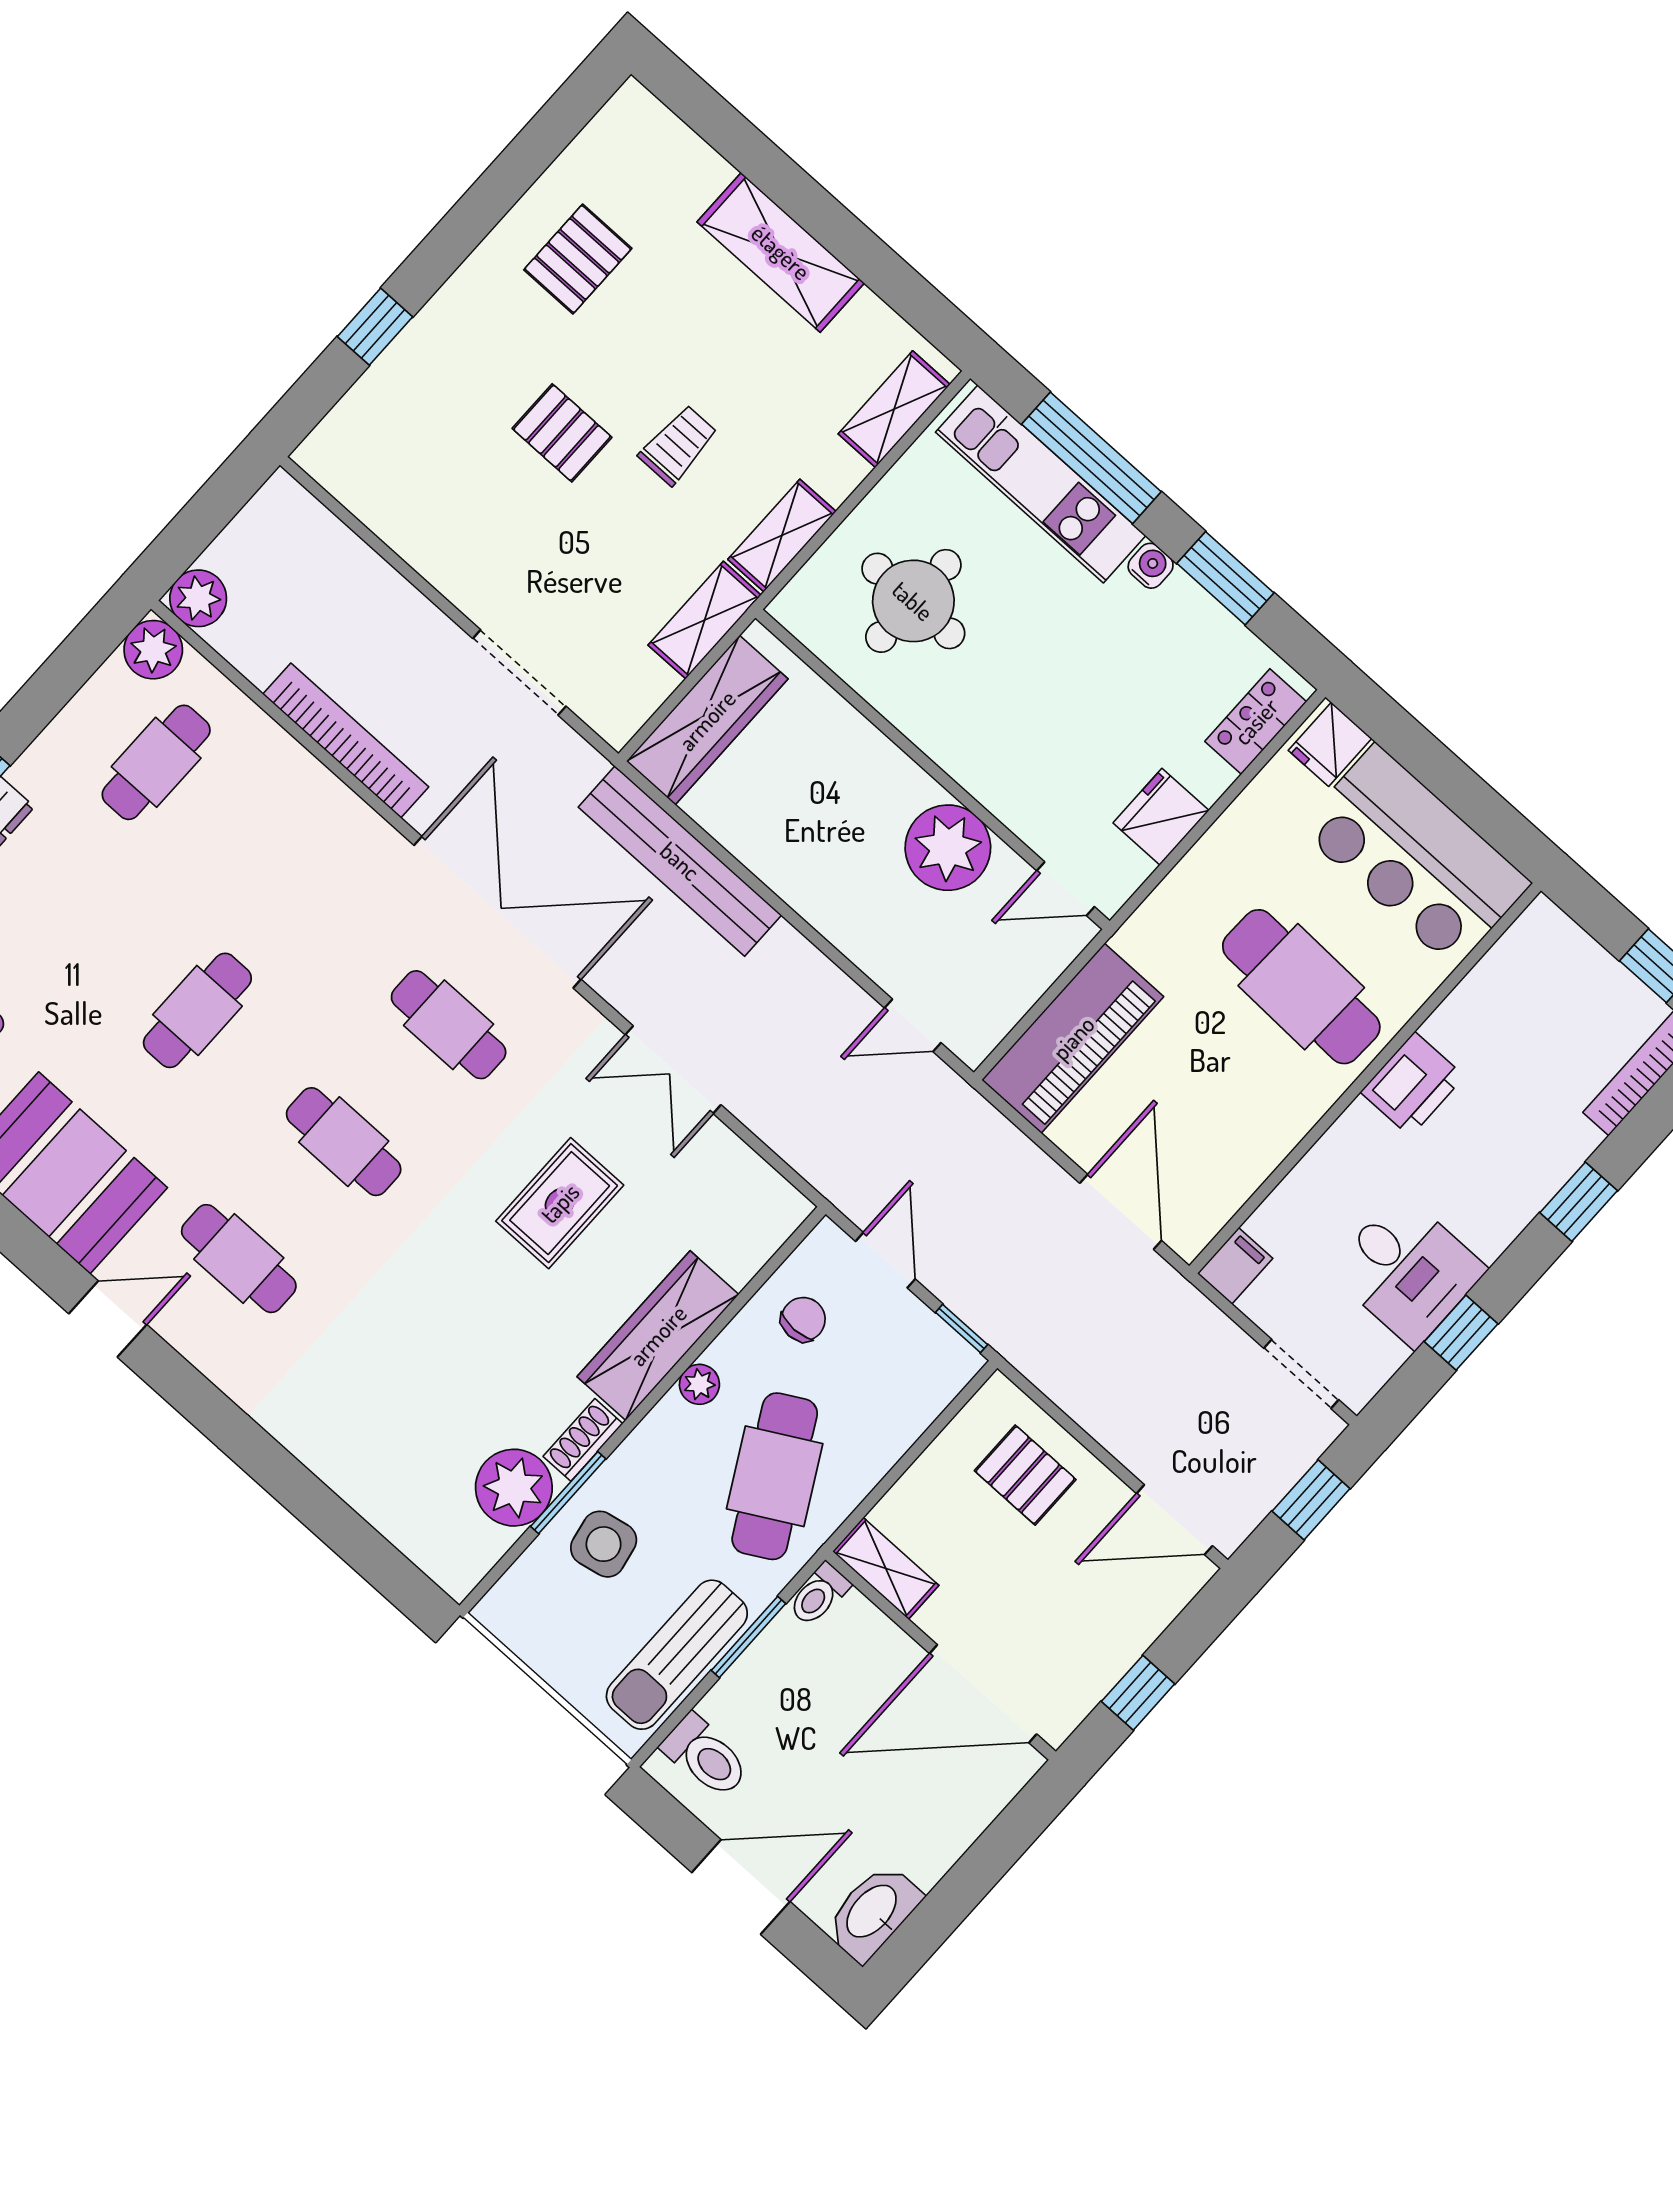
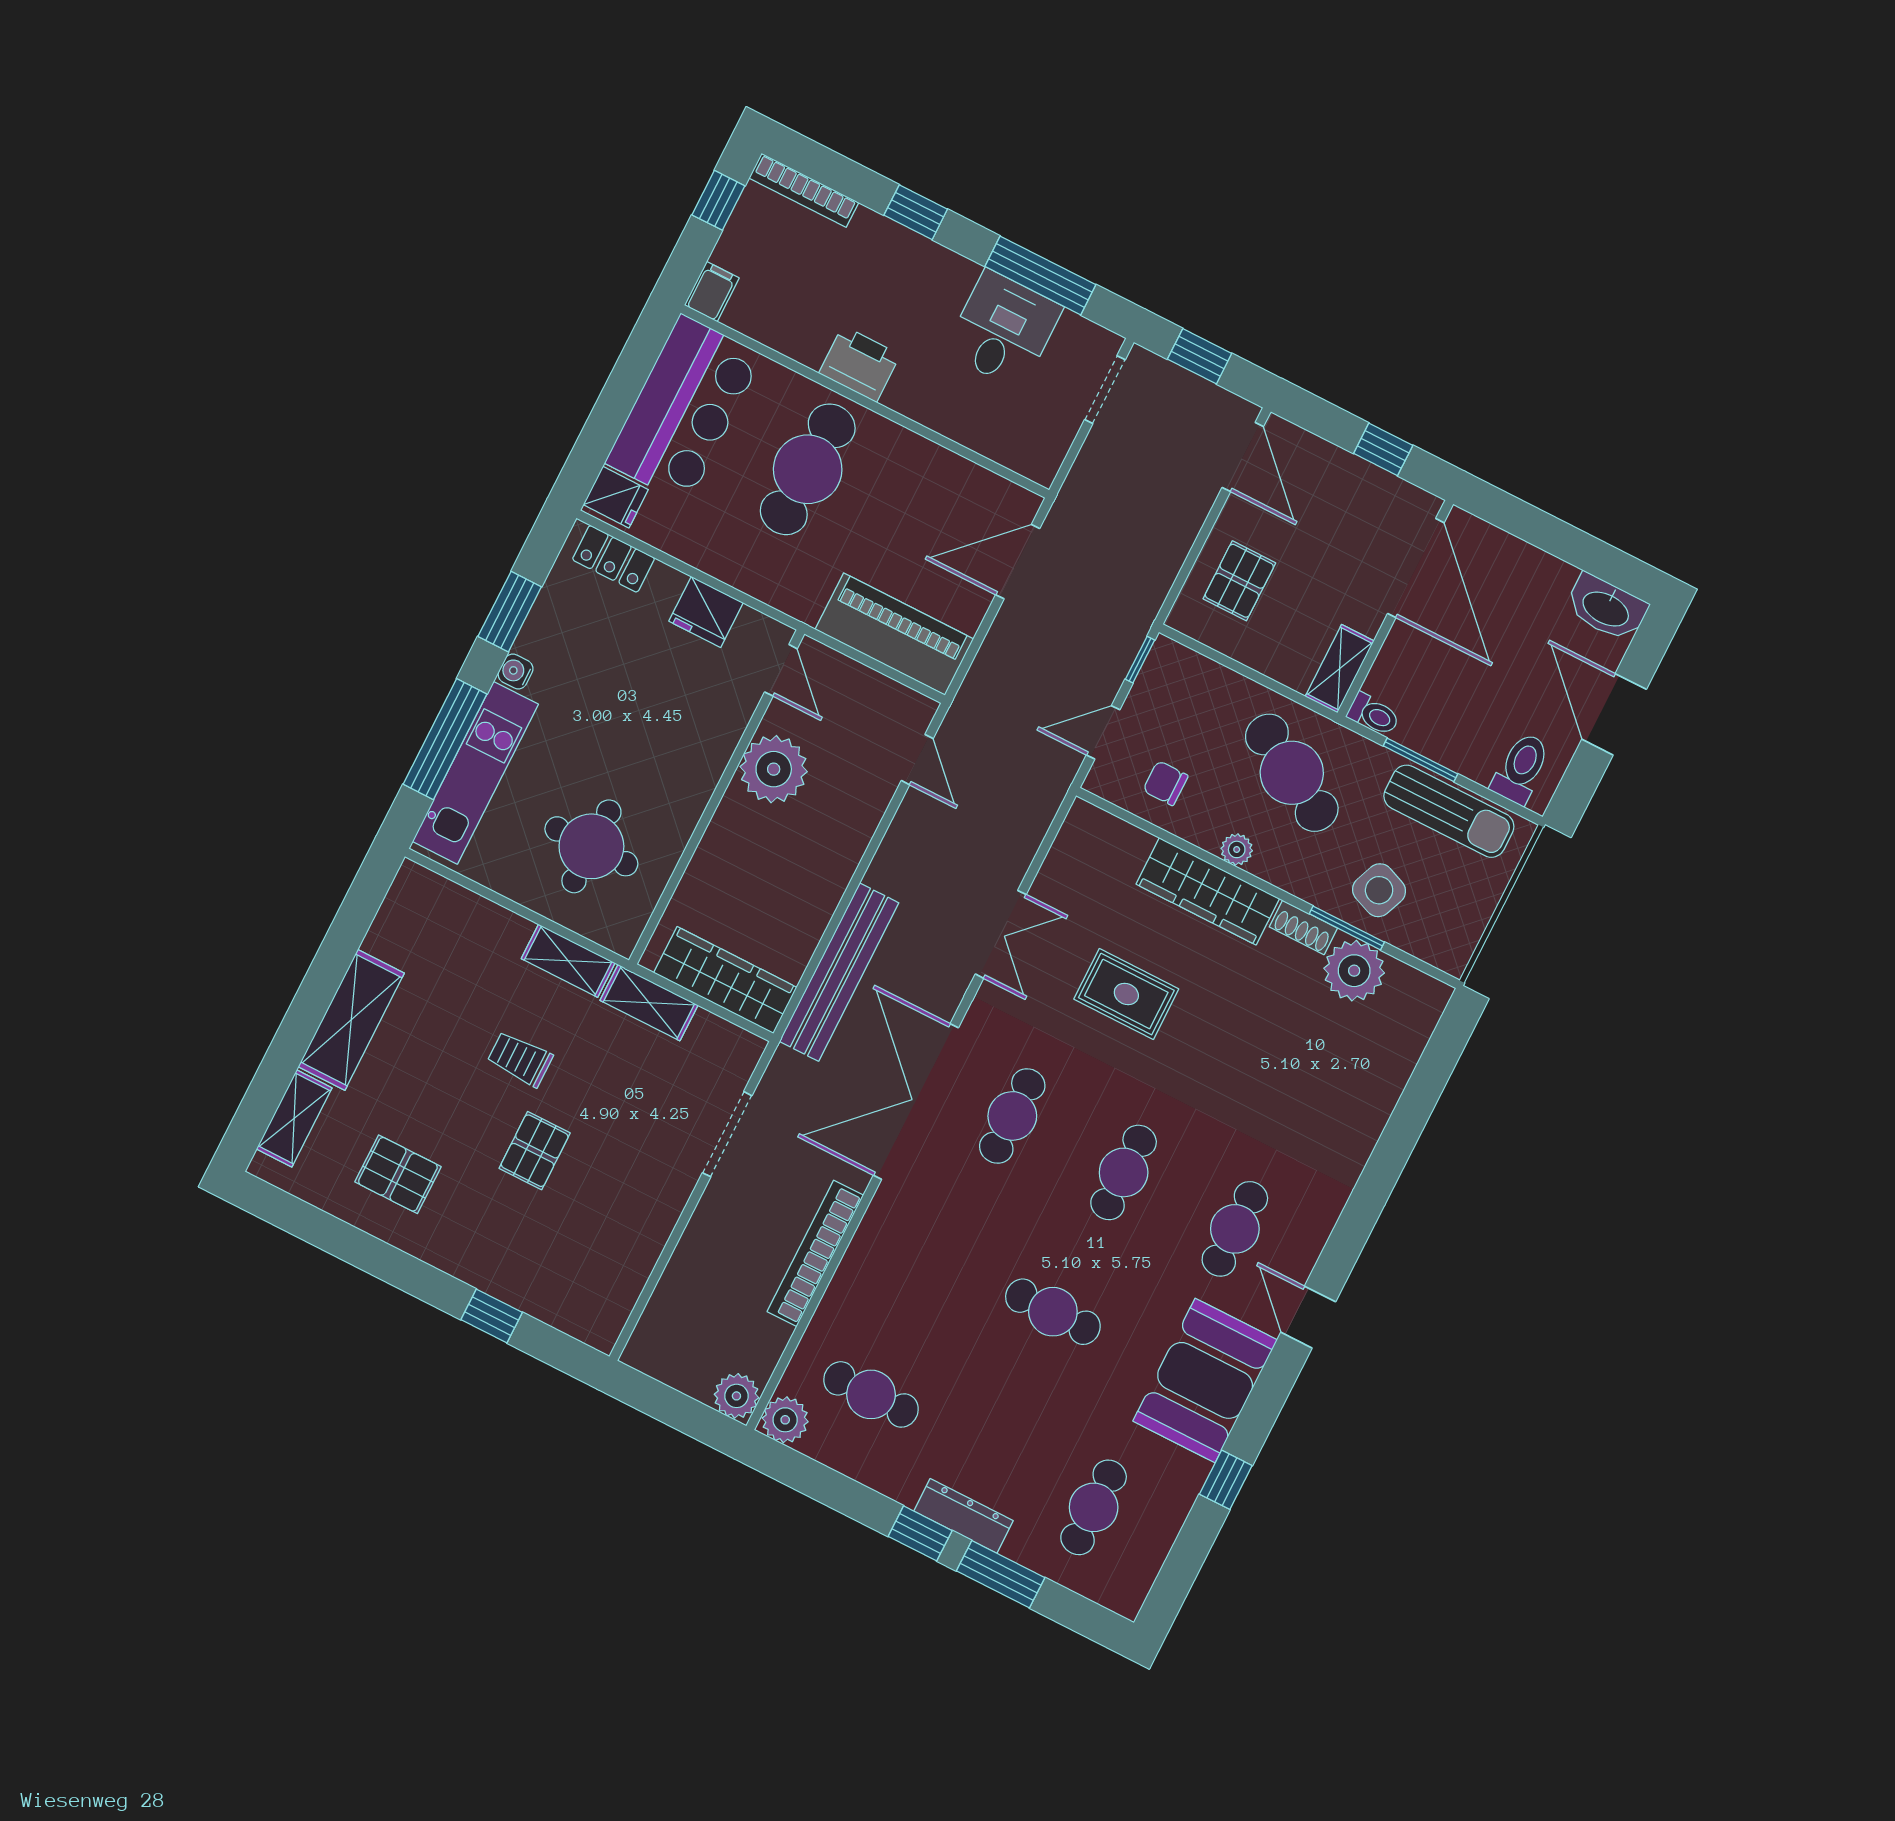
shelving: (894, 409) -> (294, 1118), moved, turned 90
filing cabinet: (1235, 1266) -> (712, 292), moved, turned 90
window: (1461, 1333) -> (1040, 275), width x2.17
cafe table: (775, 1476) -> (1292, 773), turned 59
side table: (604, 1544) -> (1379, 890), turned 33

